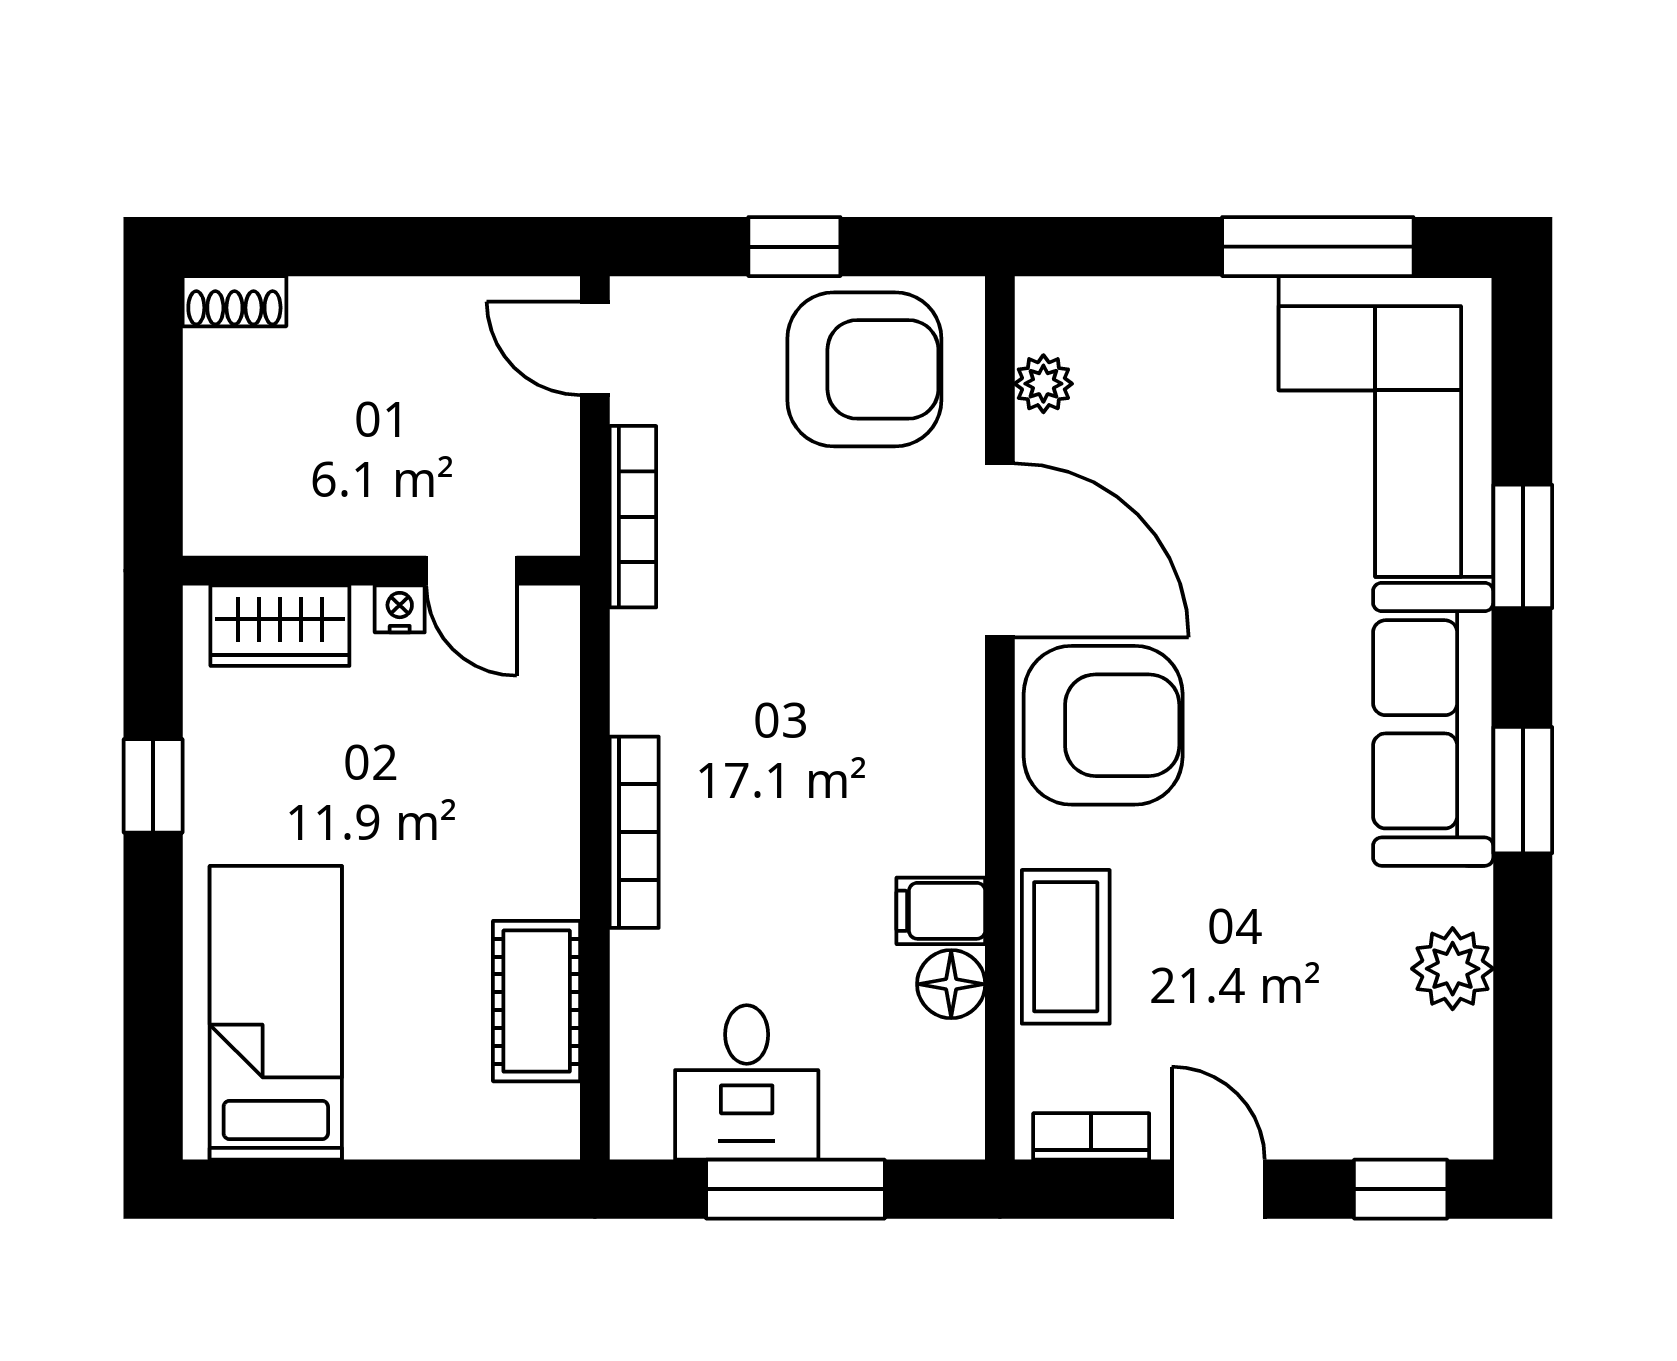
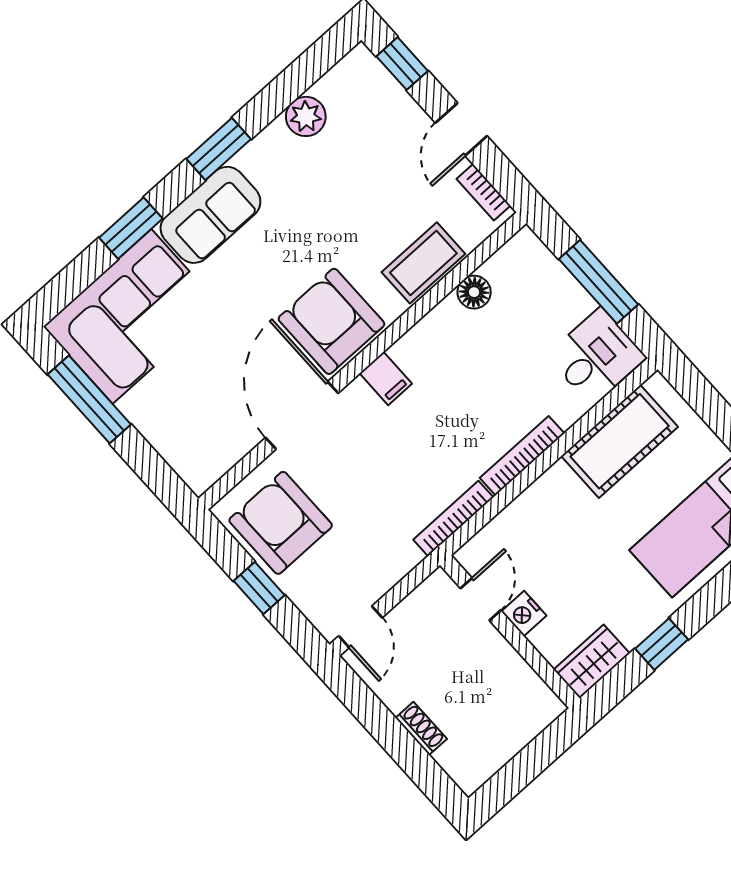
shoe rack: (234, 301) -> (421, 728), moved
plant: (1043, 384) -> (228, 454), removed
bookcase: (633, 517) -> (453, 519), moved
nightstand: (400, 609) -> (524, 613), width x1.39, depth x1.35
wardrobe: (280, 626) -> (592, 661), moved, turned -90
sofa: (1433, 724) -> (210, 215), width x0.73
filing cabinet: (941, 911) -> (386, 378), moved
cot: (537, 1001) -> (620, 441), width x1.37, depth x1.34
desk: (747, 1082) -> (596, 357), moved

